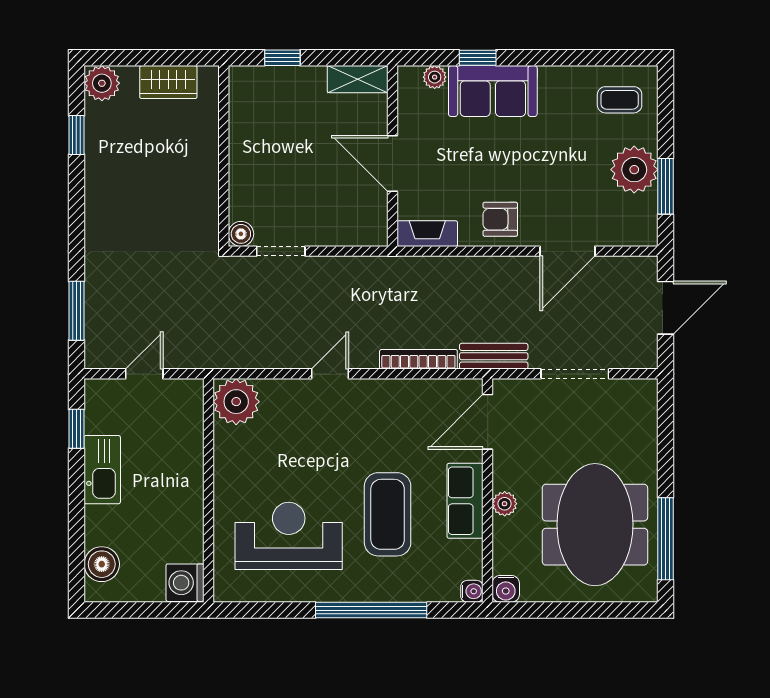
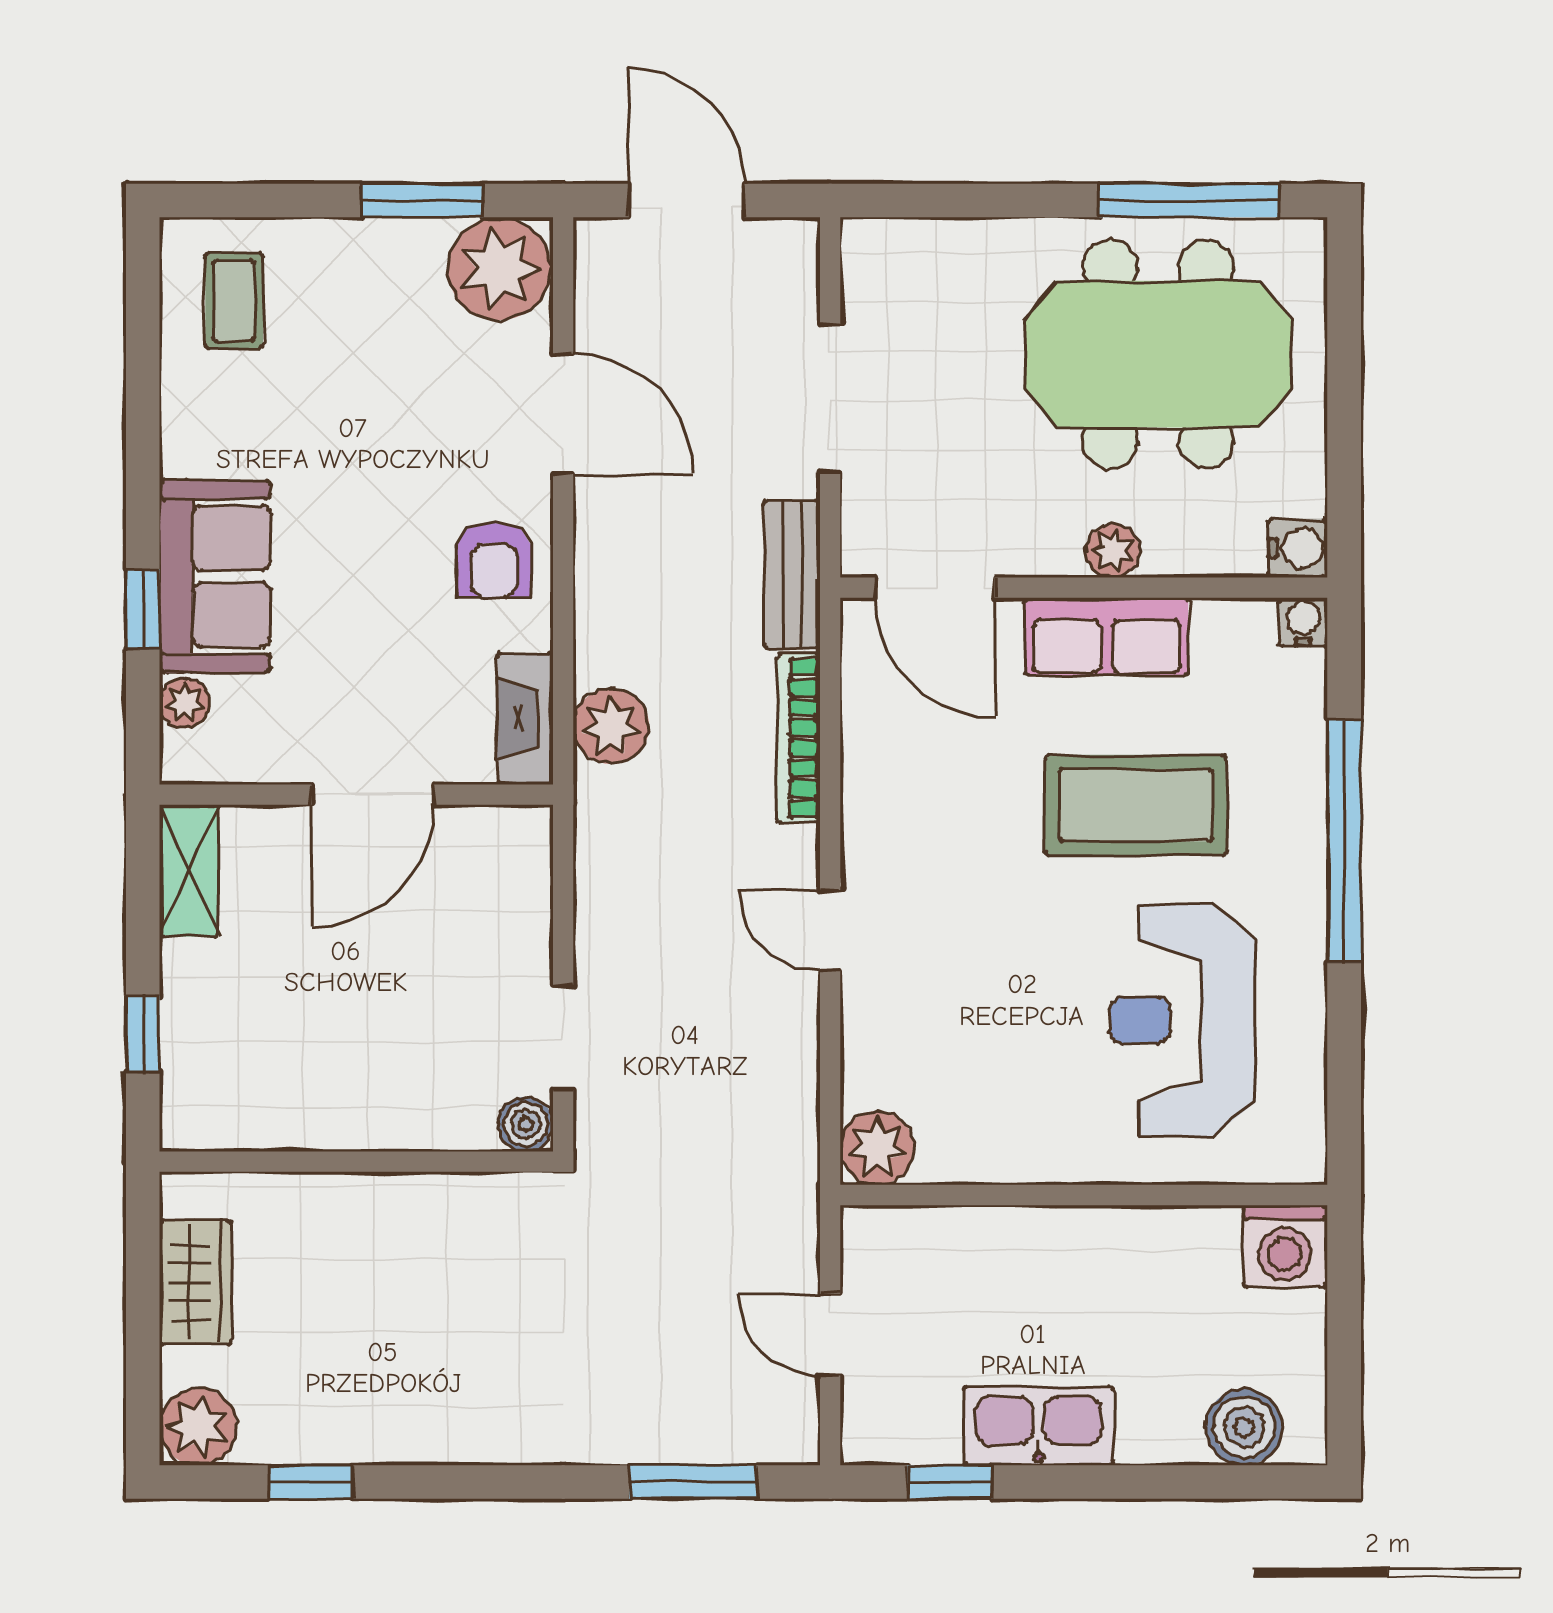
plant: (634, 170) -> (499, 269), moved
plant: (424, 273) -> (611, 726), added
plant: (236, 402) -> (877, 1148), width x0.73, depth x0.73

